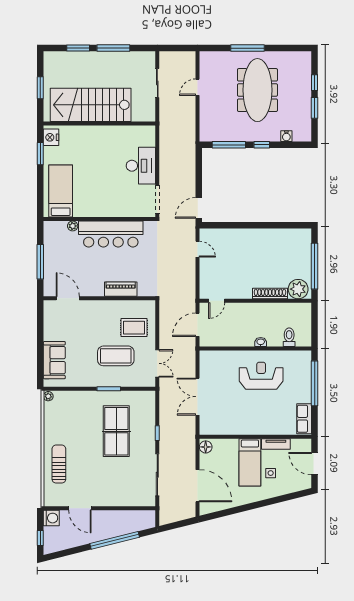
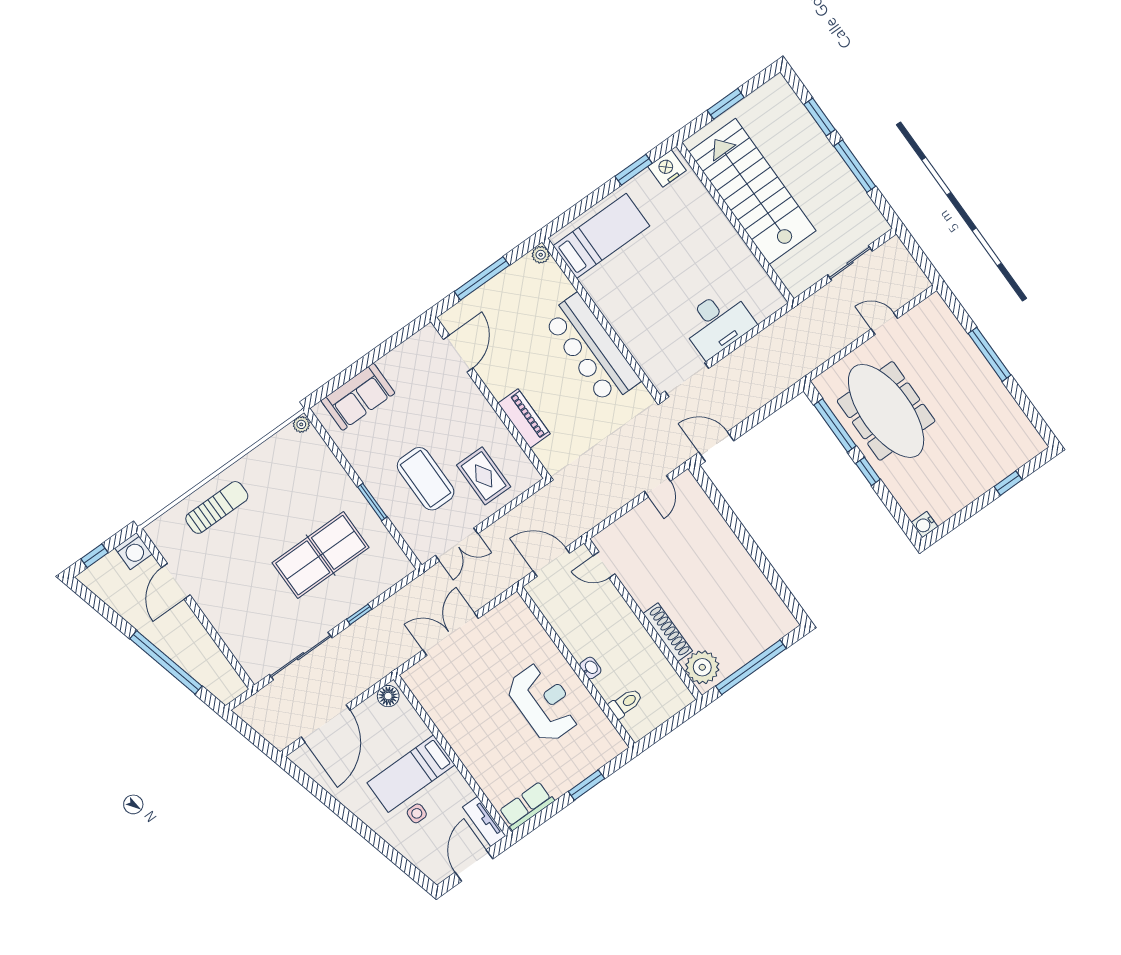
meeting table: (257, 90) -> (886, 411), moved, turned 90
window: (315, 108) -> (973, 508), removed
water cooler: (286, 136) -> (924, 524), moved
plant: (73, 226) -> (541, 255), moved
window: (315, 383) -> (586, 785), width x0.47
tv unit: (276, 444) -> (484, 821), moved

